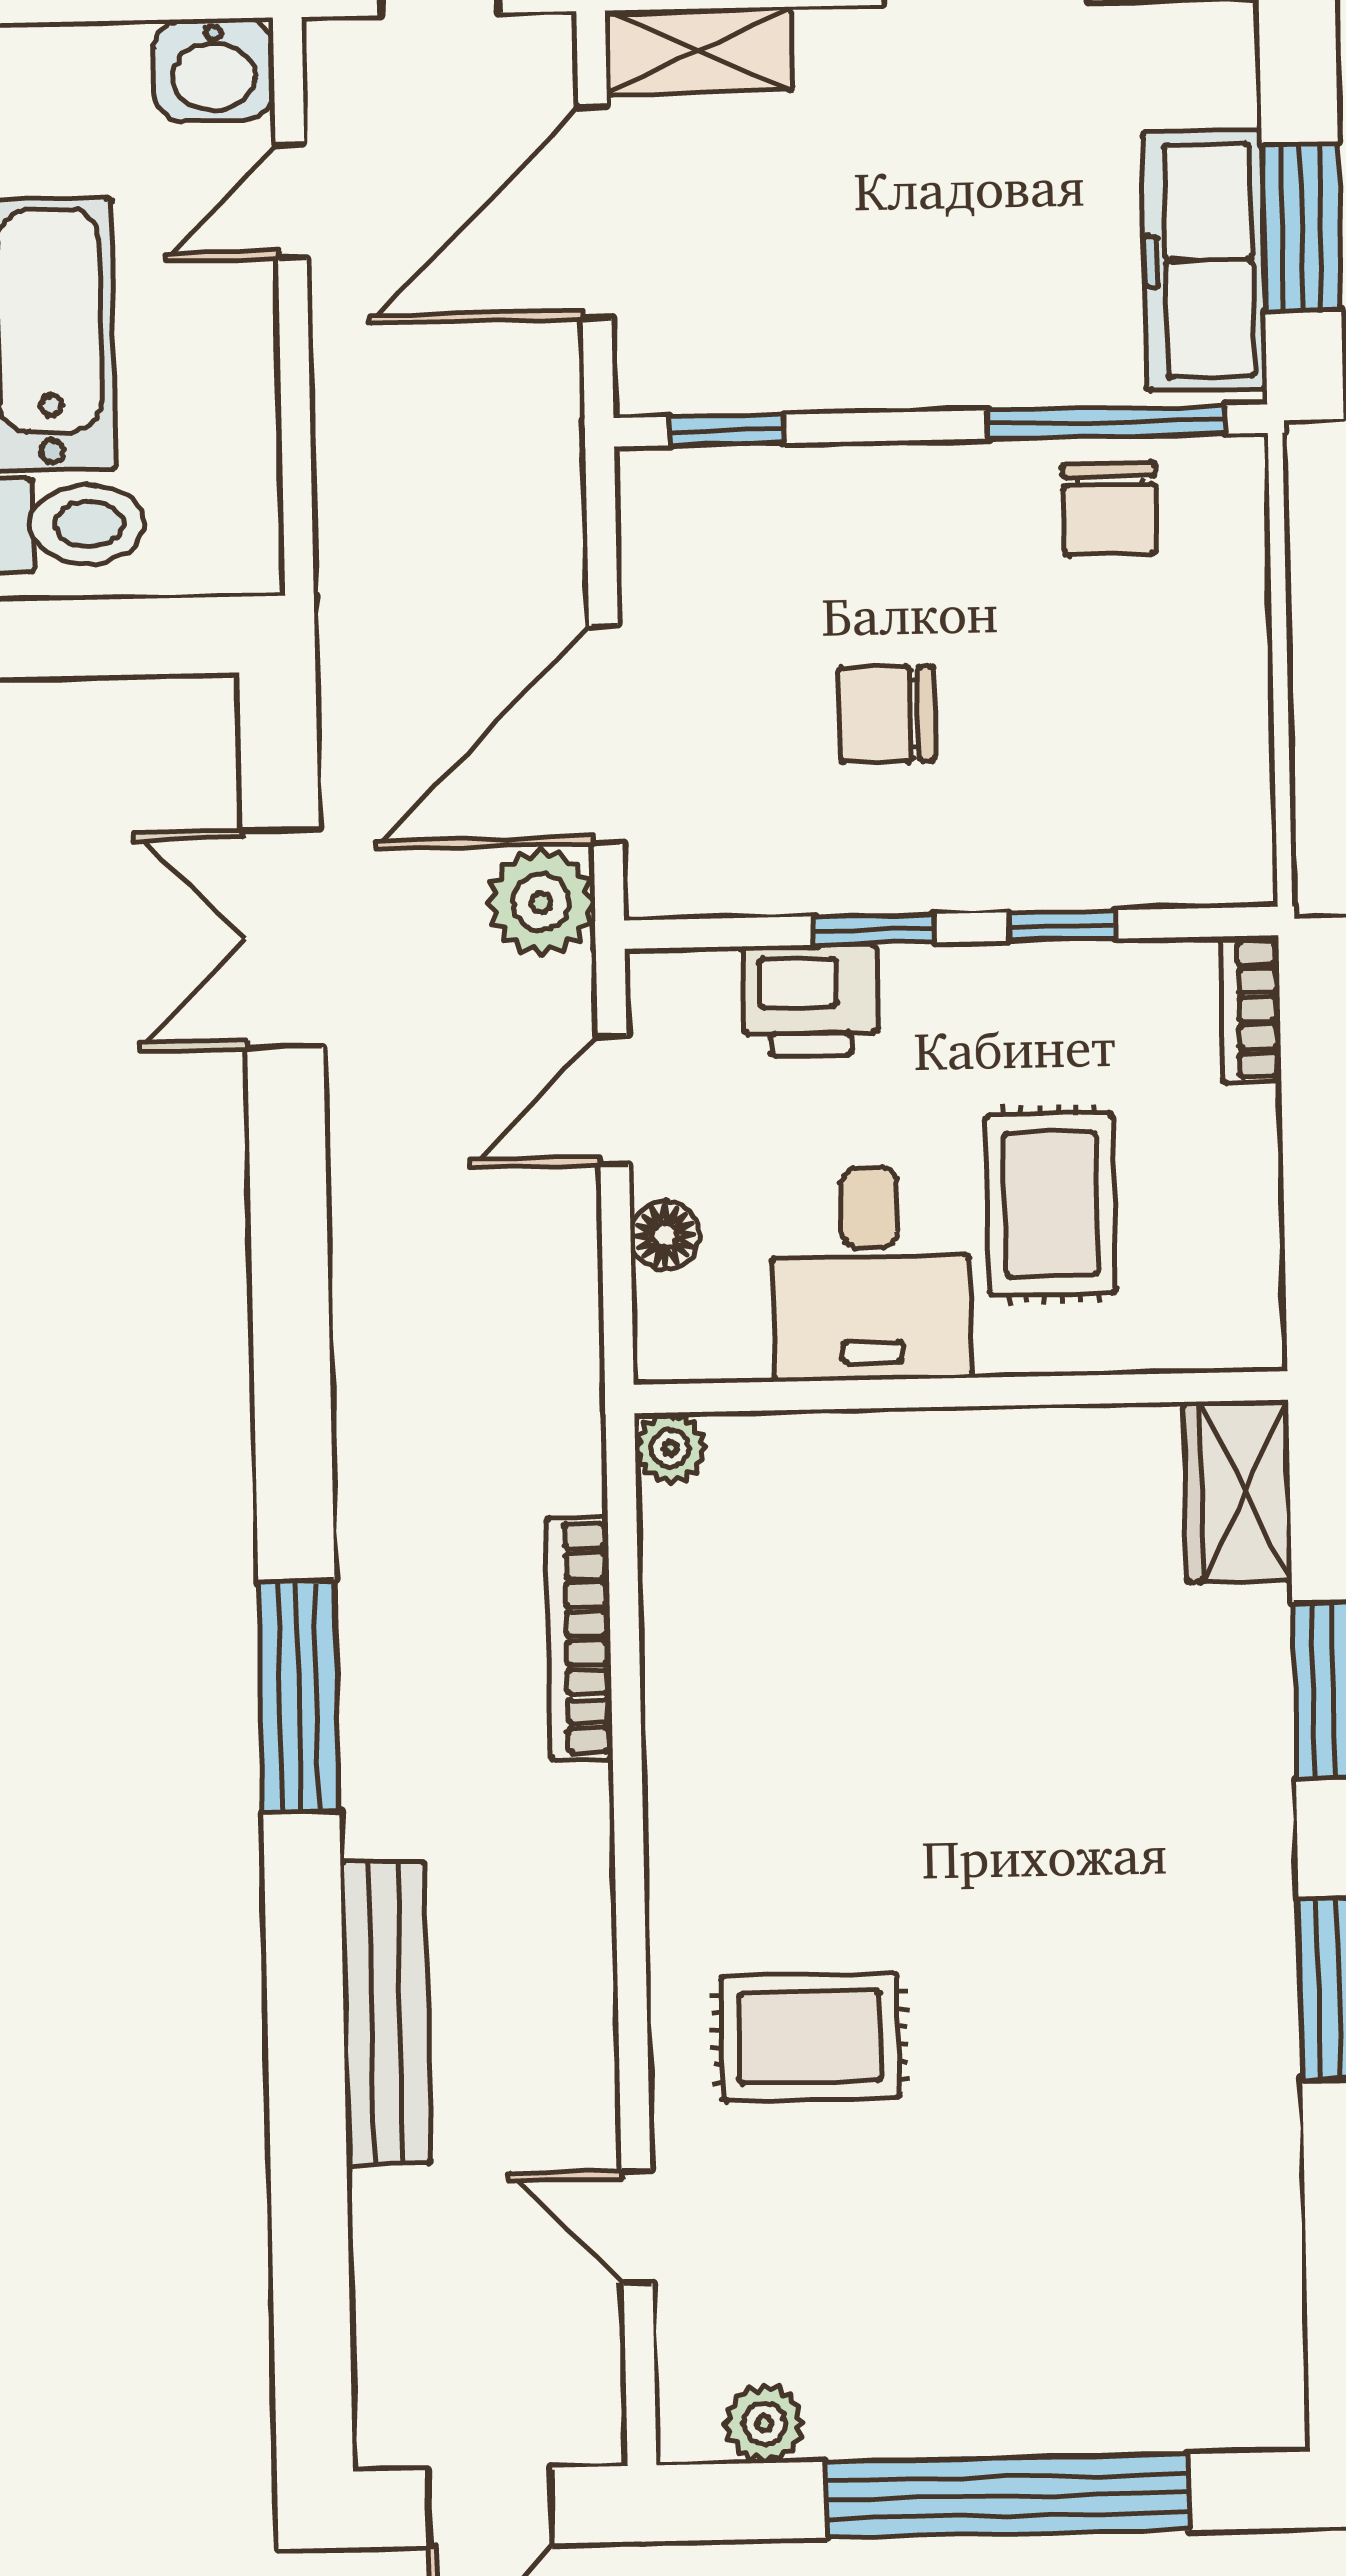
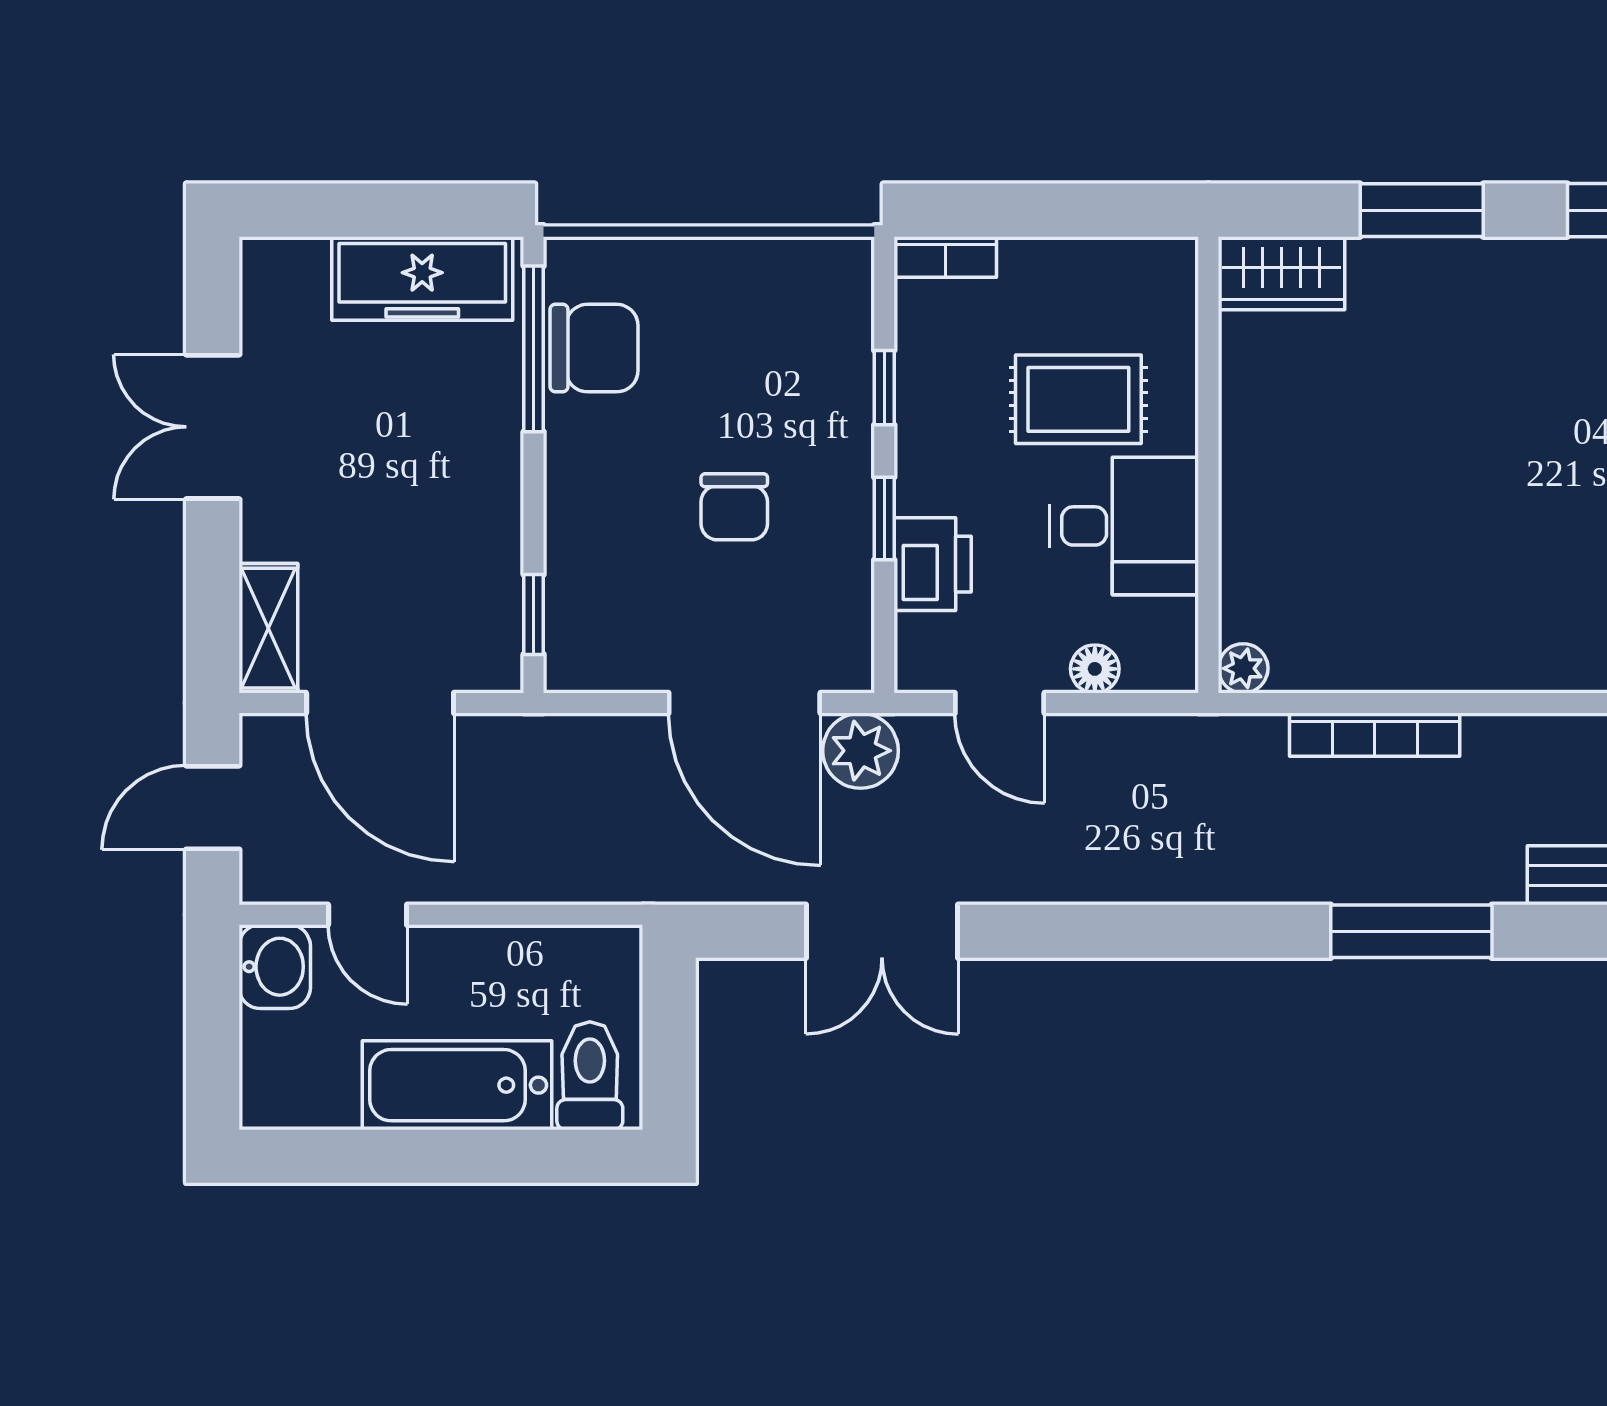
window: (1302, 228) -> (401, 210), removed
chair: (1110, 509) -> (594, 348), width x1.37, depth x1.37

